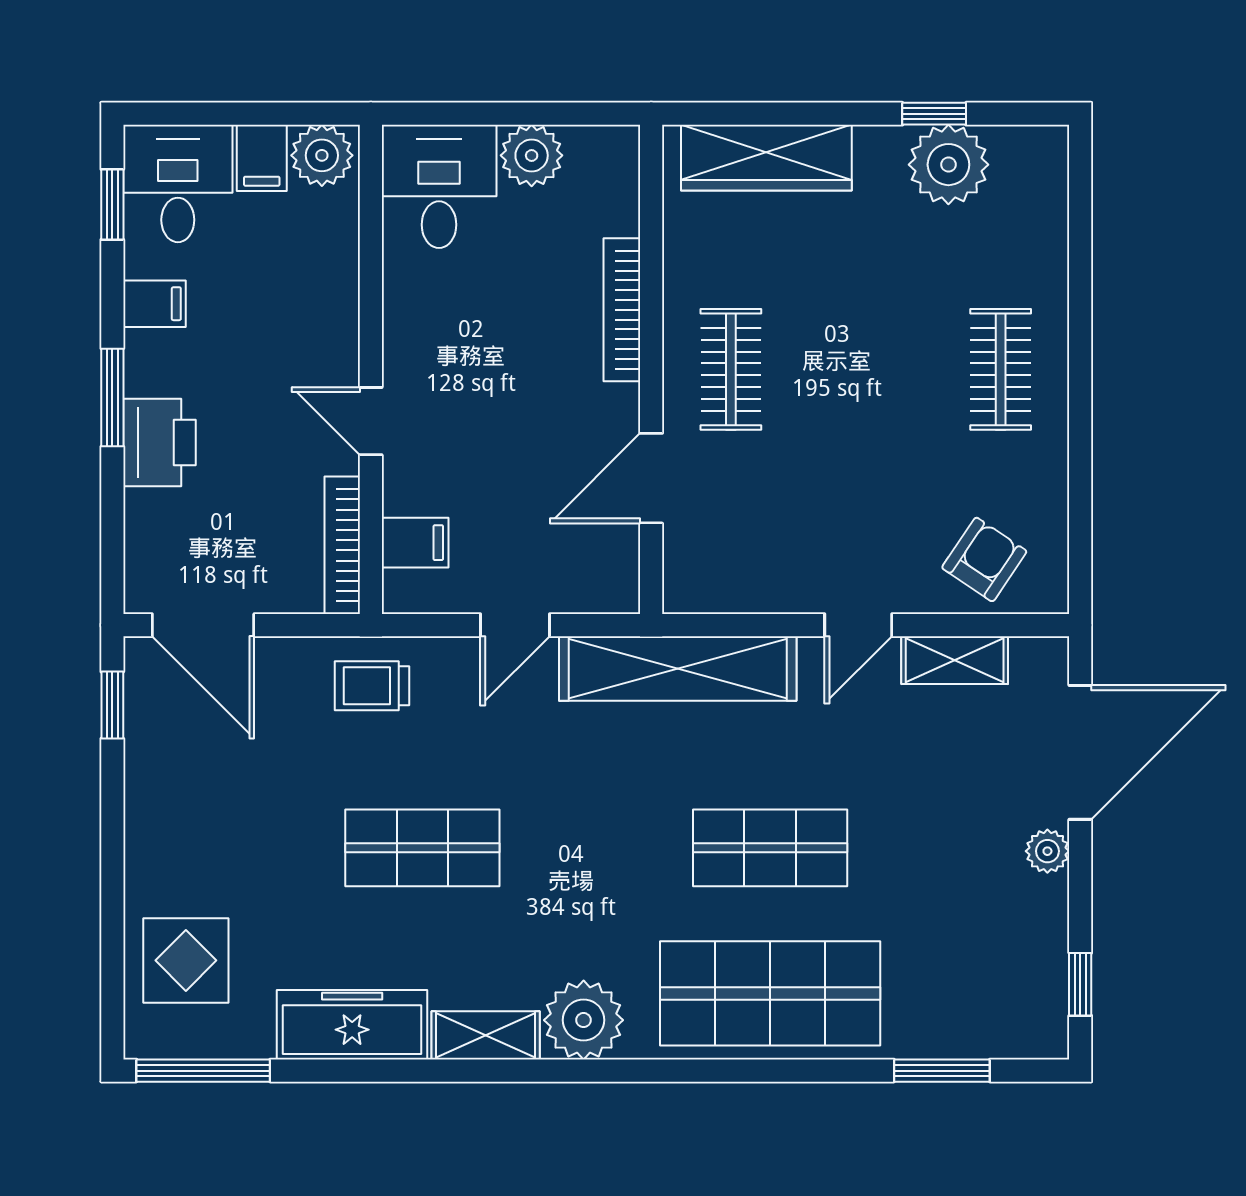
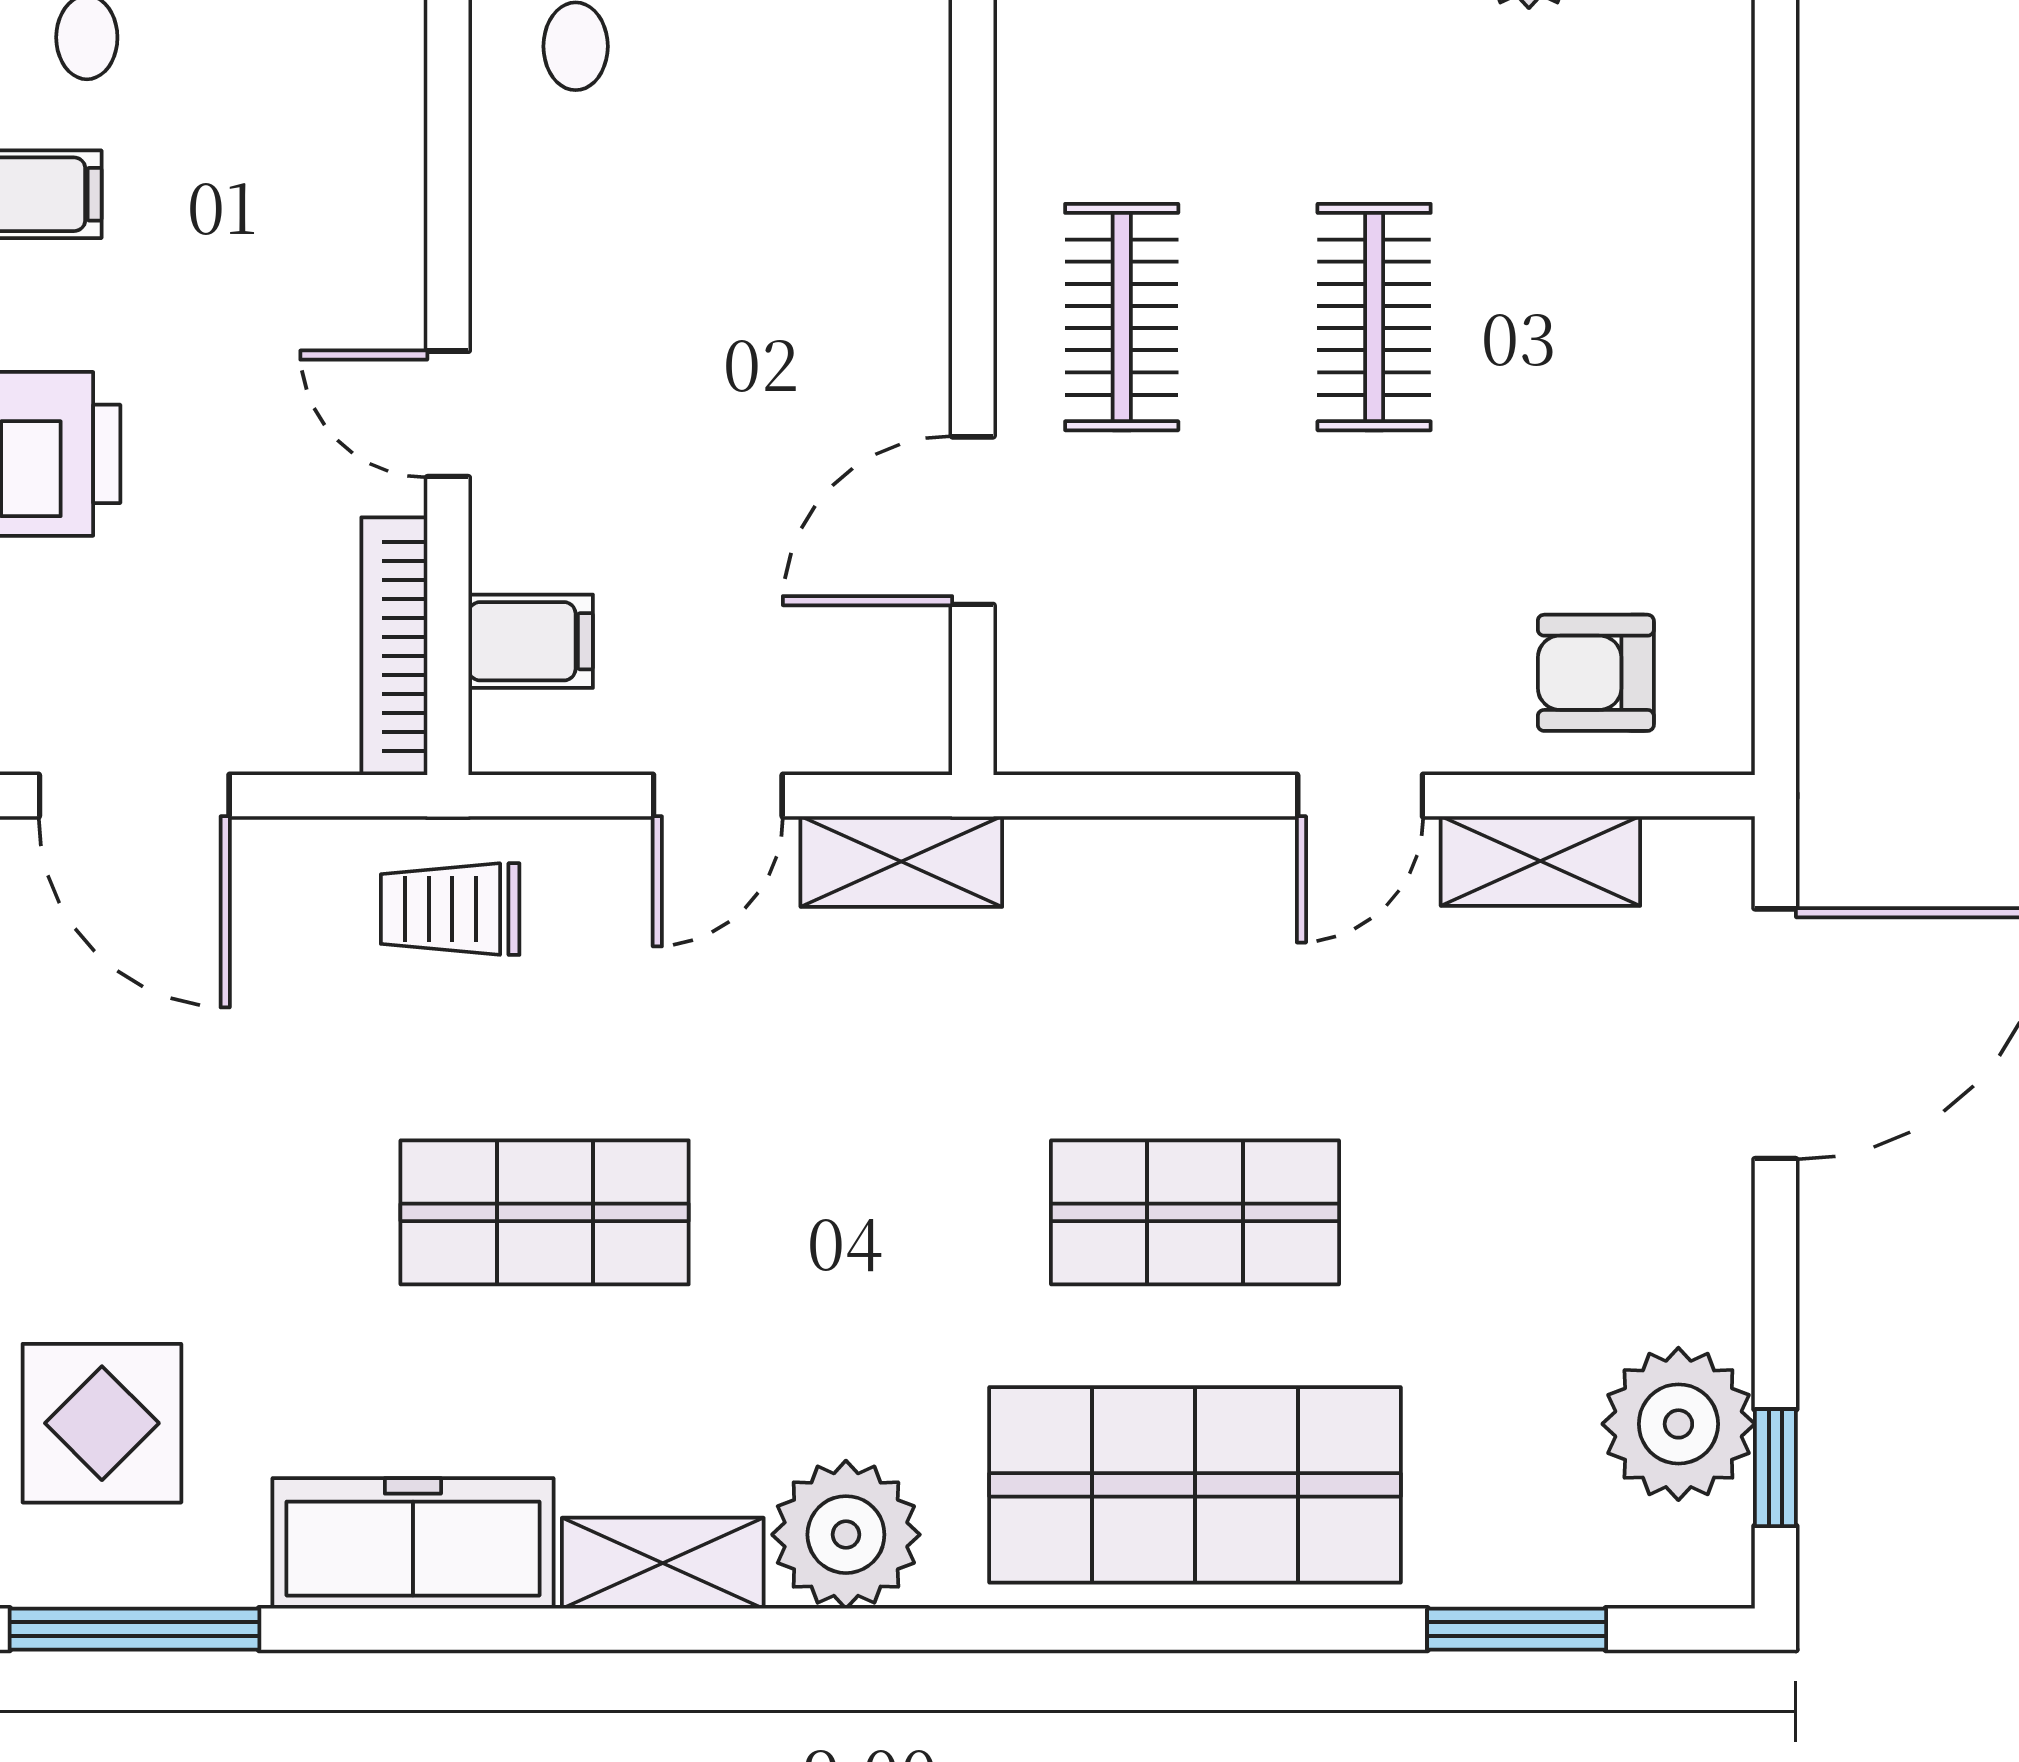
bookcase: (622, 310) -> (918, 206), removed
clothes rail: (1001, 369) -> (1374, 317), moved
armchair: (984, 559) -> (1596, 673), turned -124
shelving: (678, 668) -> (901, 862), width x0.45, depth x0.75
plant: (1047, 851) -> (1678, 1424), moved, width x1.88, depth x1.88

